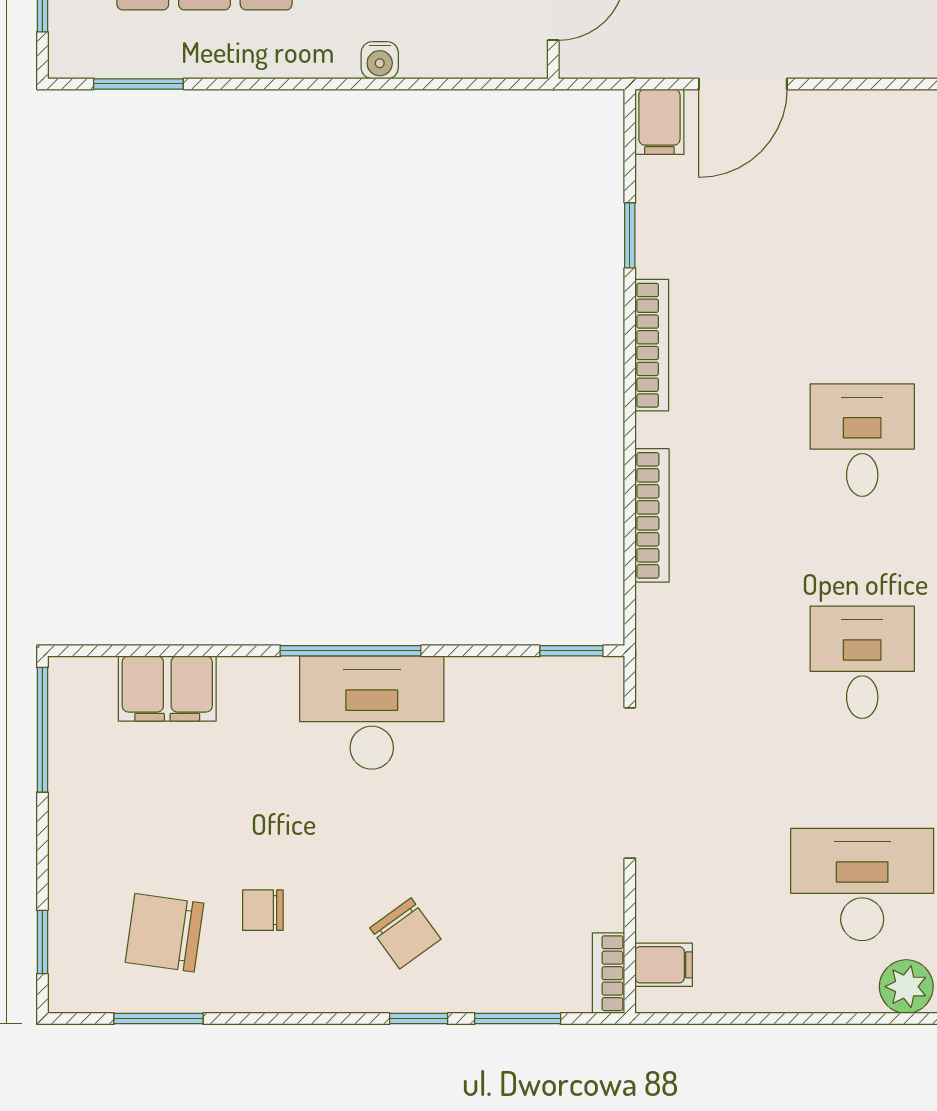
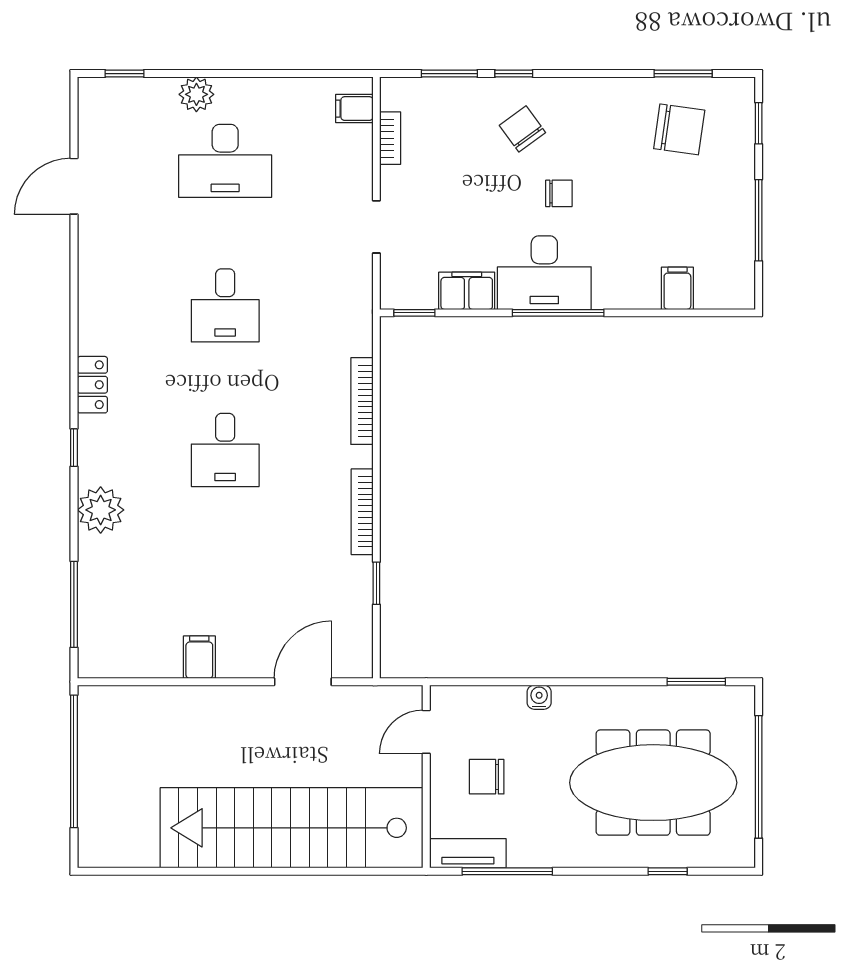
filing cabinet: (659, 122) -> (199, 657), moved
filing cabinet: (491, 685) -> (467, 291), added
filing cabinet: (167, 689) -> (677, 288), width x0.50
window: (42, 730) -> (759, 220), moved
doorway: (630, 783) -> (376, 227), width x0.53
chair: (263, 910) -> (559, 193), moved
bookcase: (609, 973) -> (390, 138), moved

